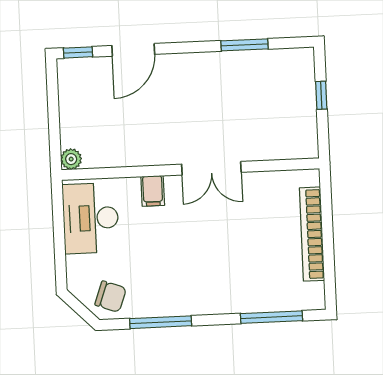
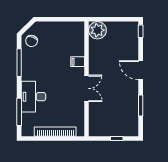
door: (133, 50) -> (141, 70), moved
plant: (71, 159) -> (97, 30), width x1.88, depth x1.88
double door: (211, 168) -> (86, 88), swing flipped
desk: (91, 218) -> (33, 97), moved, turned -90

